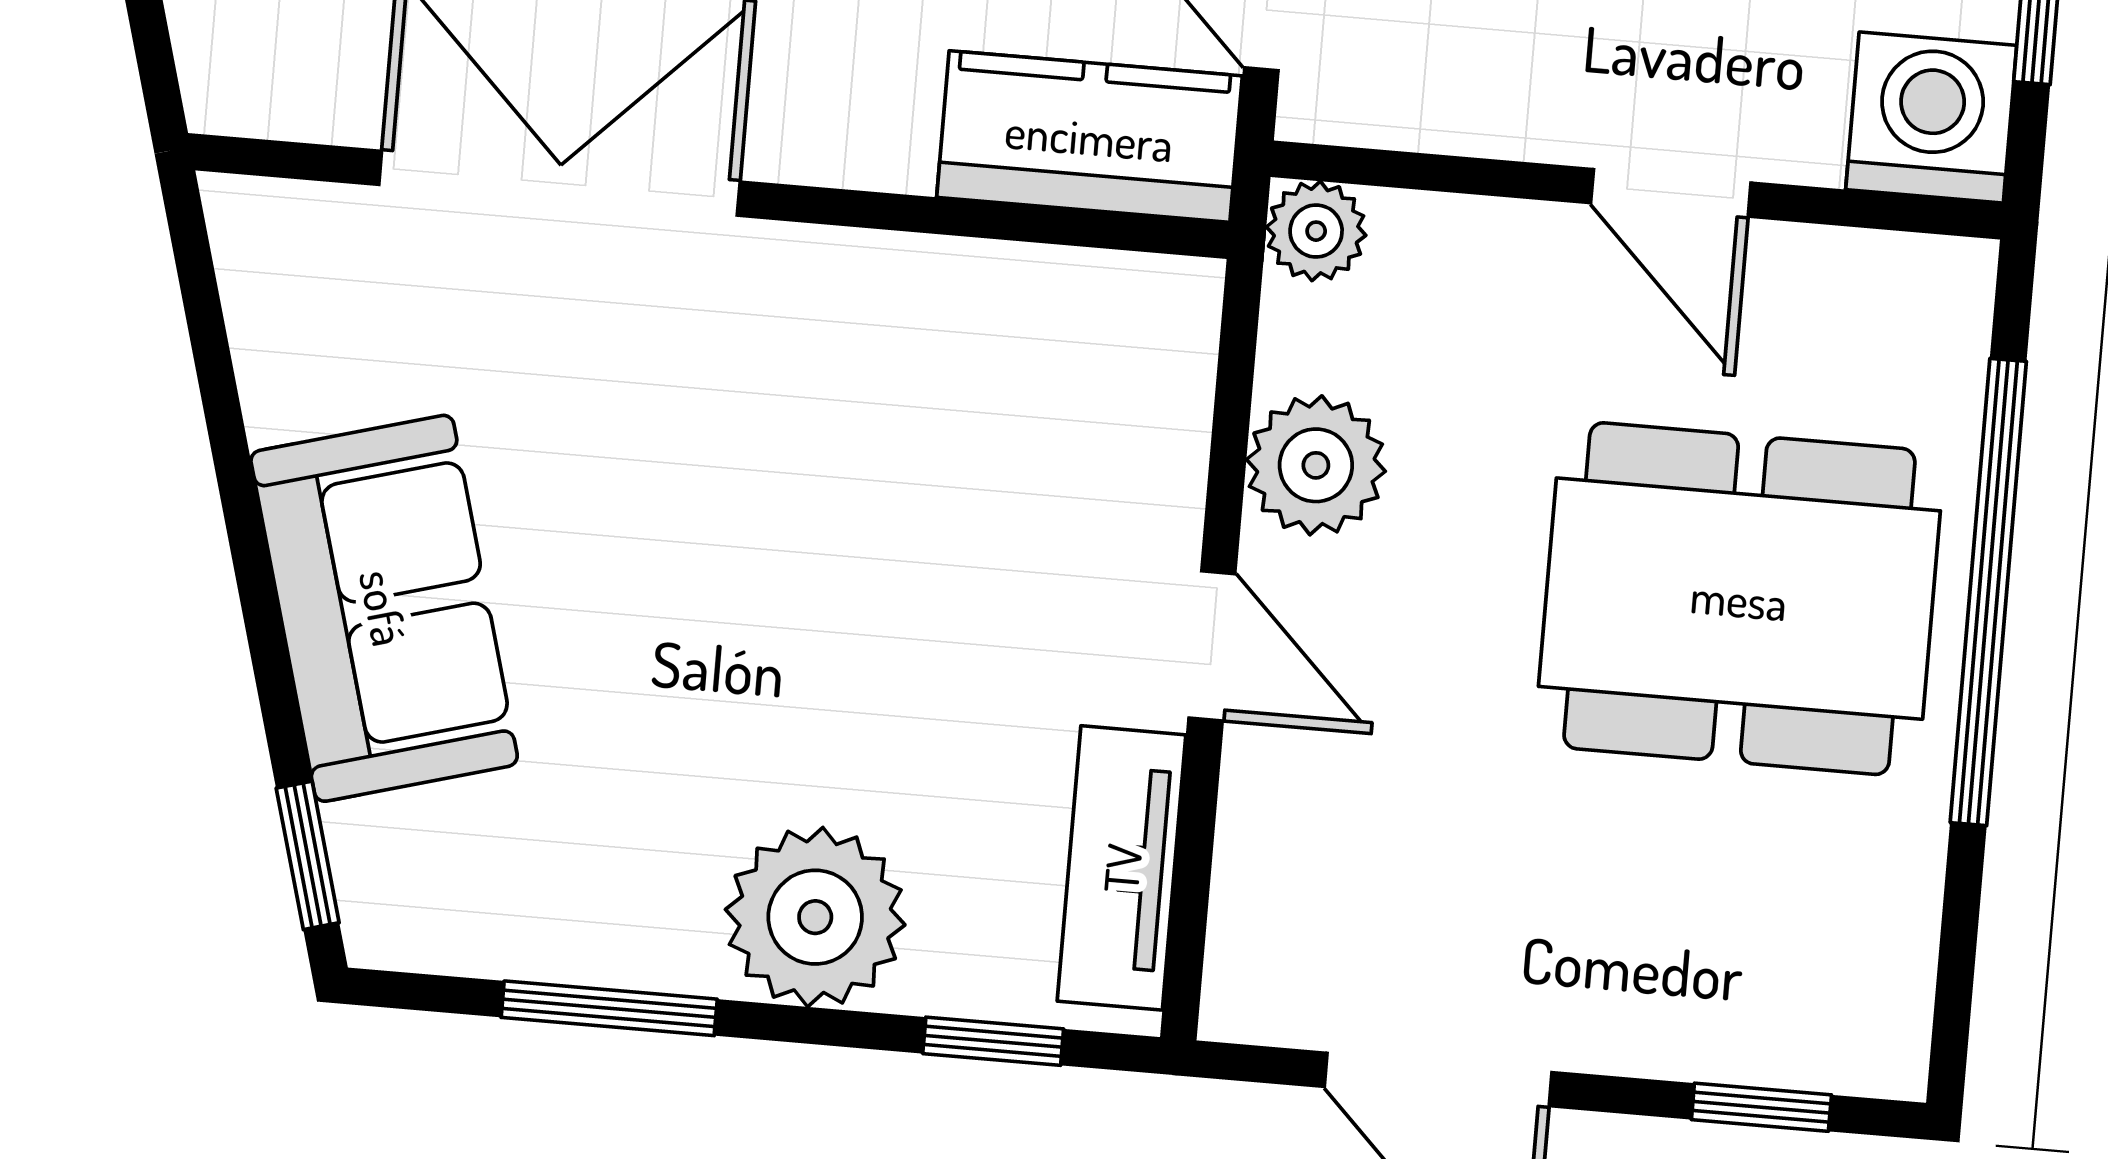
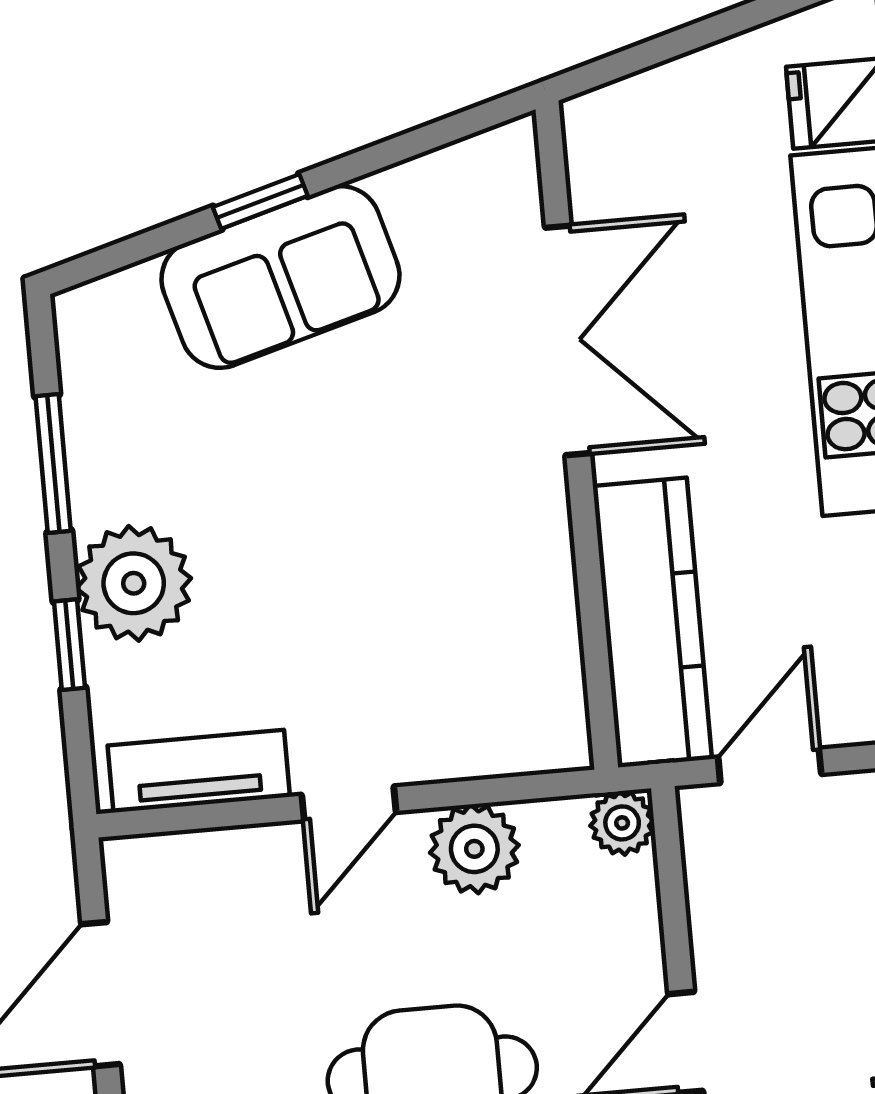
kitchen counter: (1089, 137) -> (652, 623), width x1.50
window: (308, 855) -> (260, 201), moved
window: (993, 1041) -> (69, 645), moved

